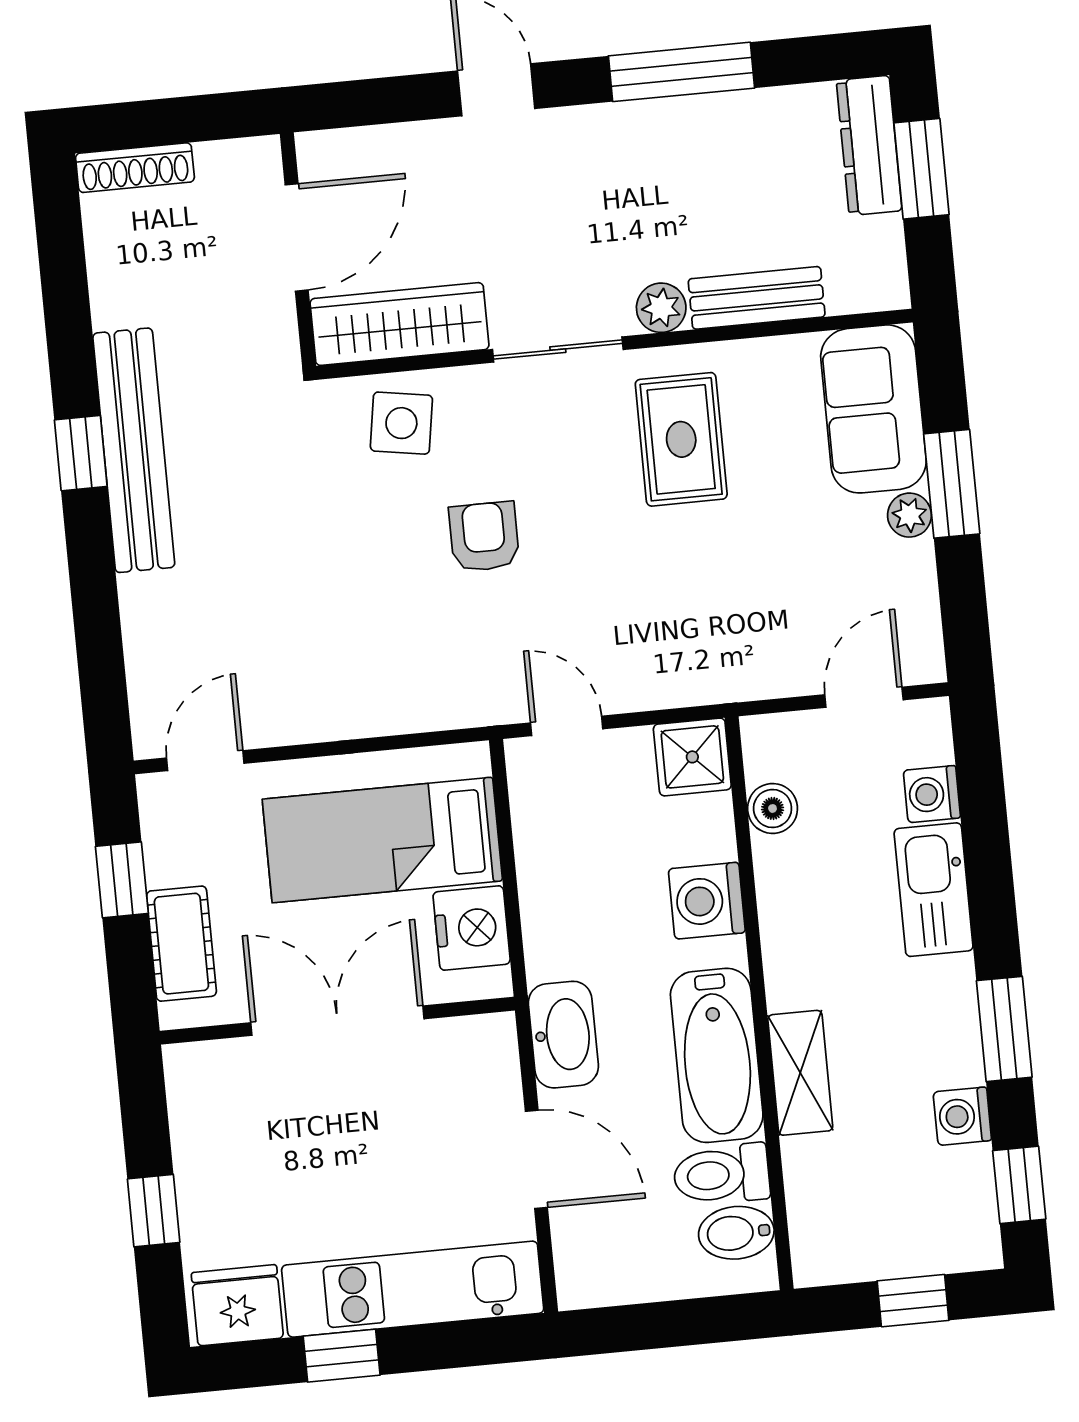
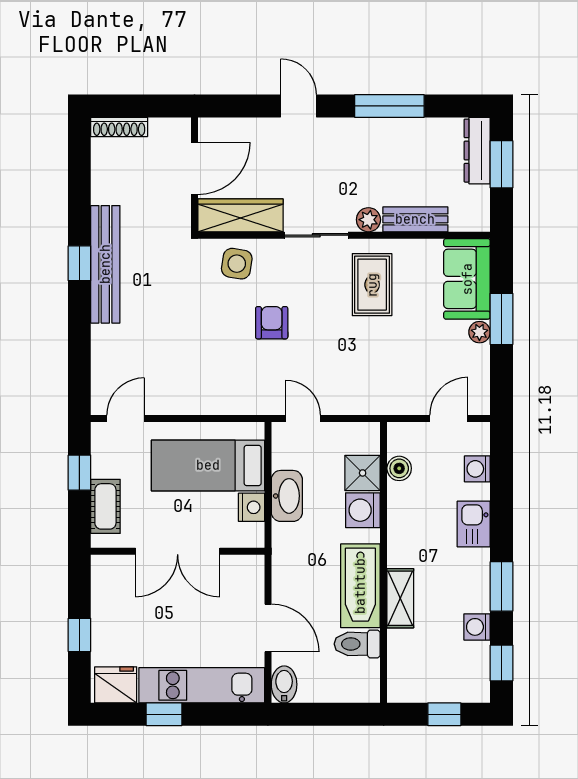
shower: (692, 757) -> (363, 473), moved
kitchen sink: (934, 890) -> (474, 524), width x0.73
nightstand: (472, 928) -> (251, 507), width x0.74, depth x0.75
double door: (337, 1021) -> (178, 551), swing flipped
washbasin: (563, 1035) -> (287, 496), moved
bidet: (736, 1233) -> (284, 684), moved, turned 90

